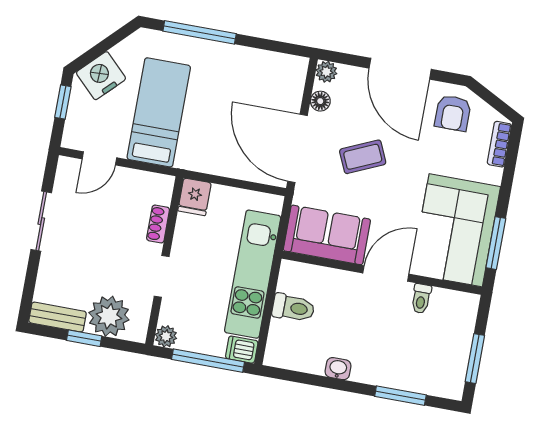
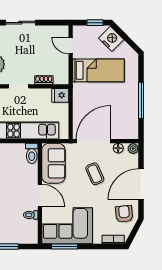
window: (200, 32) -> (141, 100), moved
armchair: (453, 113) -> (124, 214), turned 85
sliding door: (41, 221) -> (20, 23), moved
toilet: (293, 308) -> (32, 153), moved

